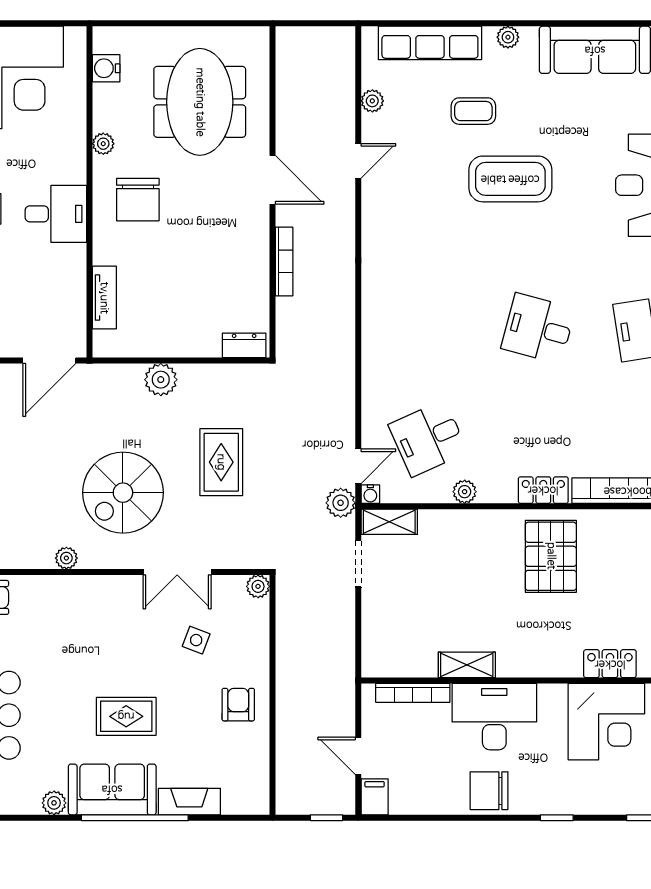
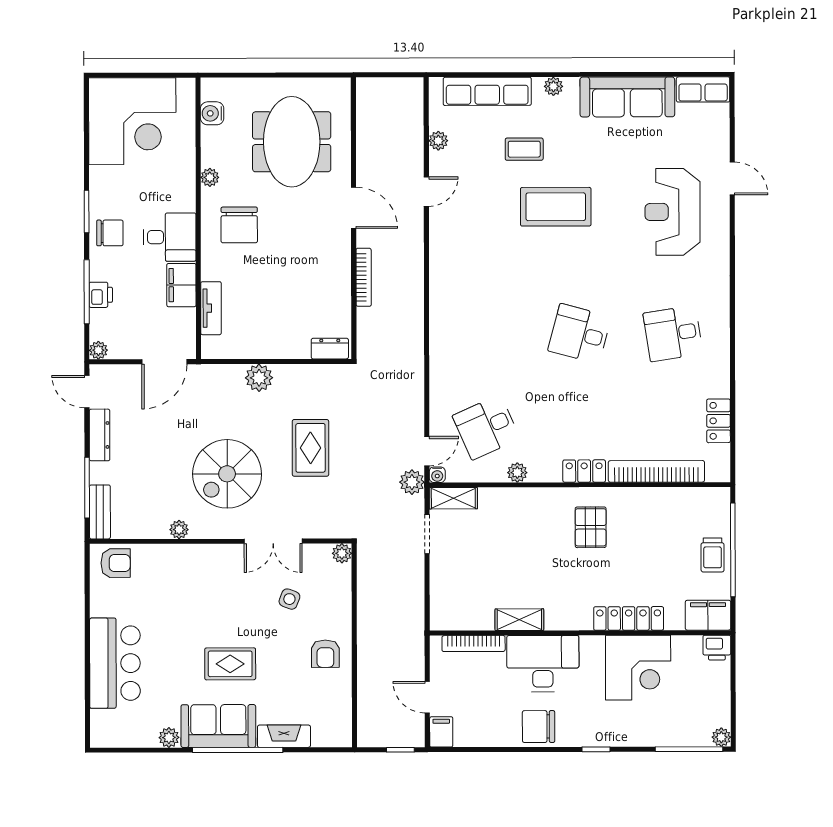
filing cabinet: (70, 270) -> (181, 285), added
pallet: (551, 556) -> (591, 527), width x0.67, depth x0.71
locker: (610, 664) -> (629, 618), width x1.53
armchair: (238, 705) -> (325, 654), turned 180

